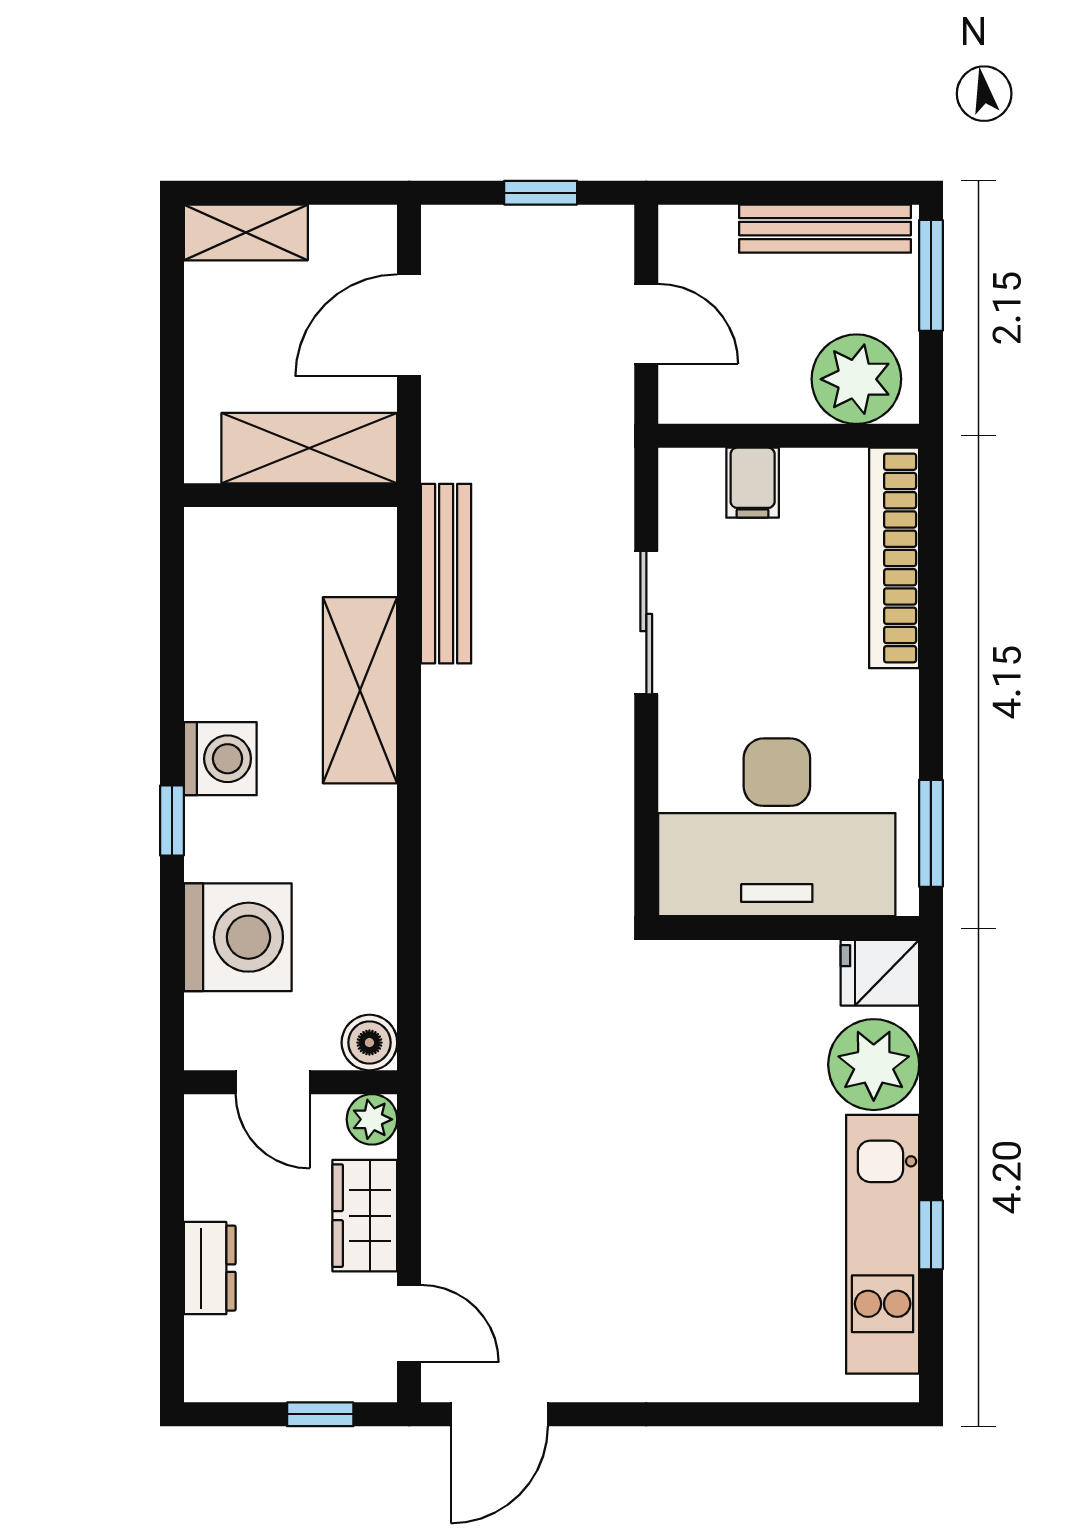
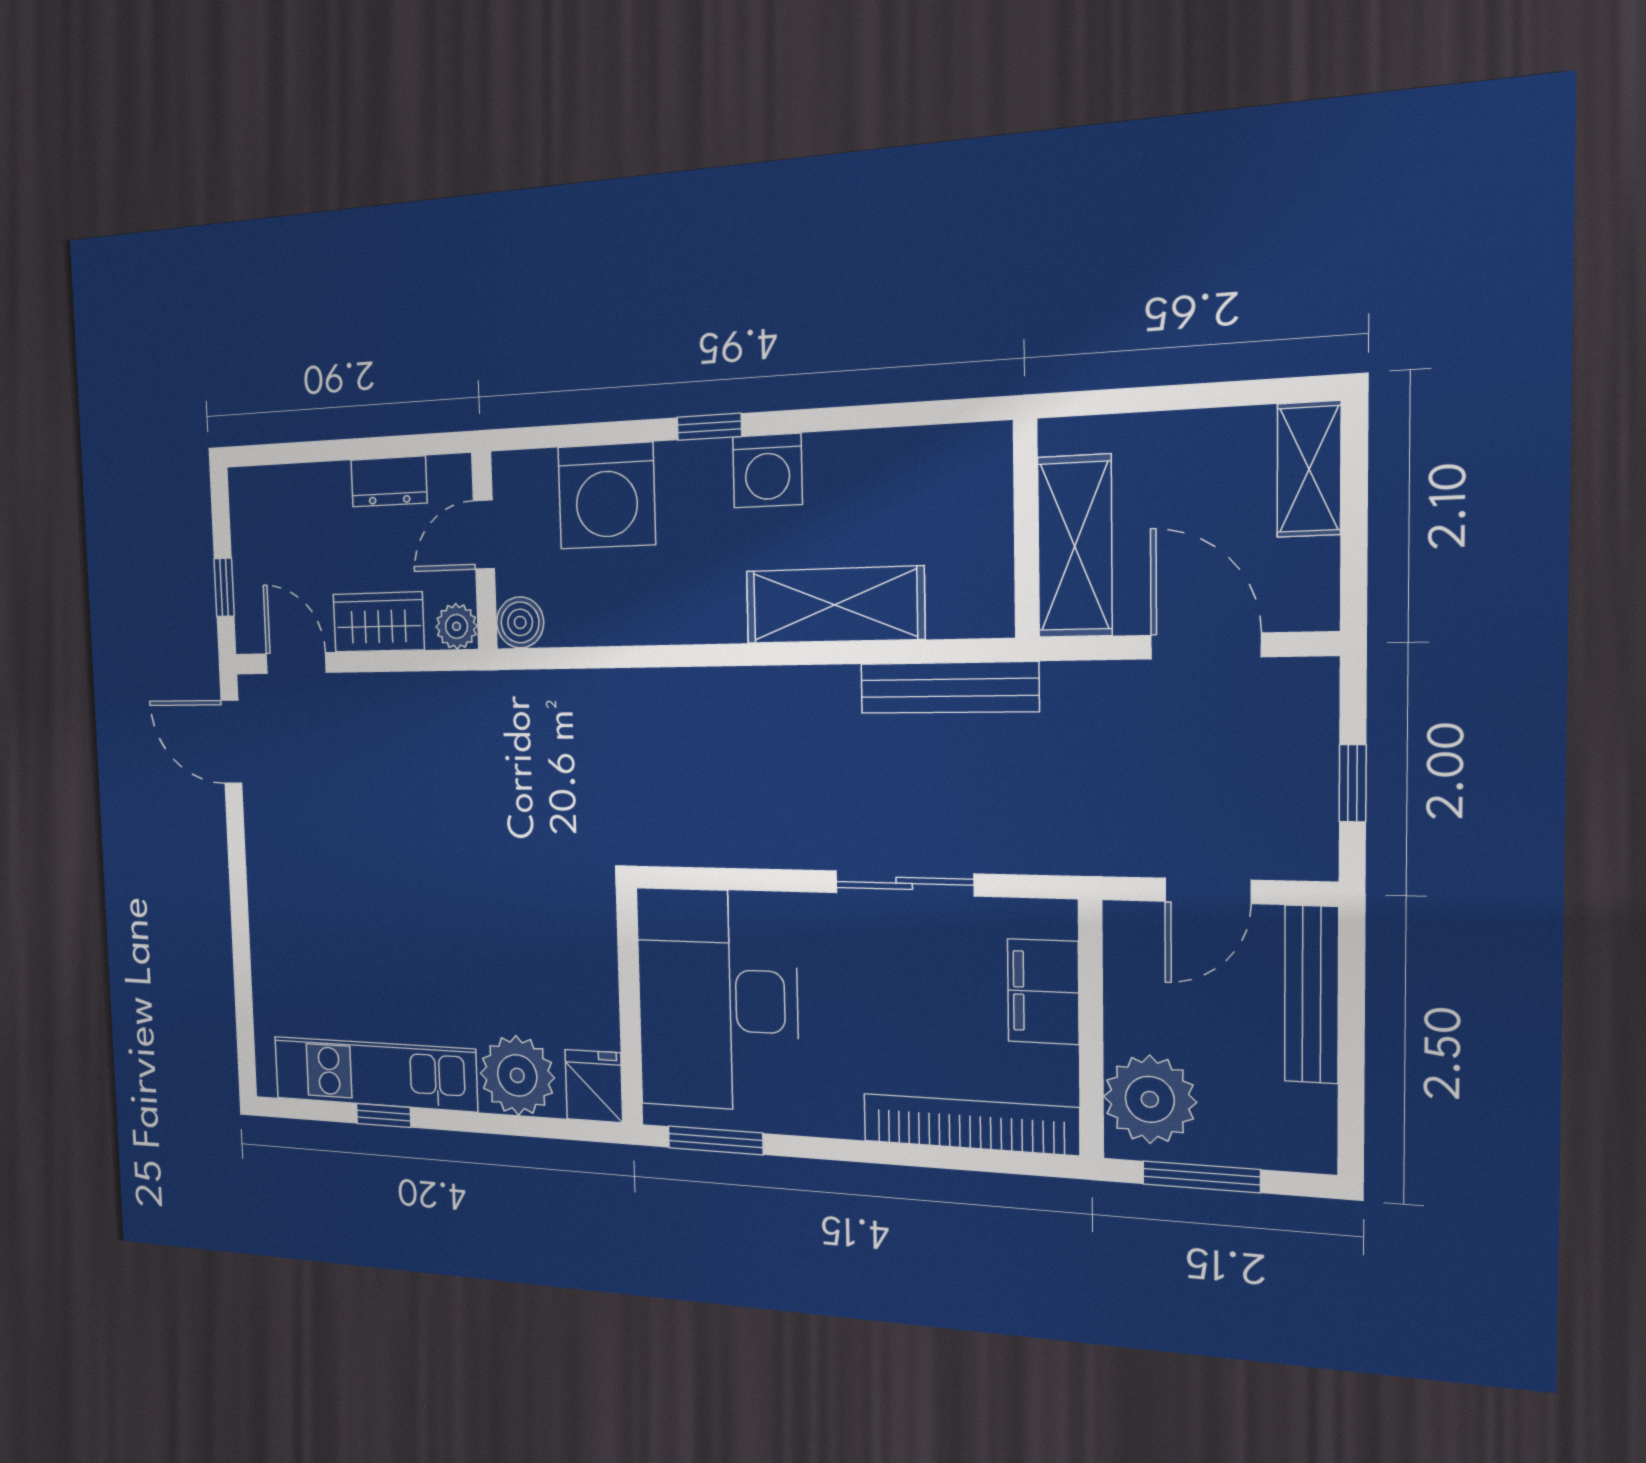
bench: (825, 229) -> (1311, 994), moved
window: (931, 275) -> (1201, 1177), moved
filing cabinet: (753, 483) -> (1043, 992), width x2.00
dresser: (210, 1268) -> (389, 481), moved
door: (409, 1324) -> (296, 663), swing flipped

